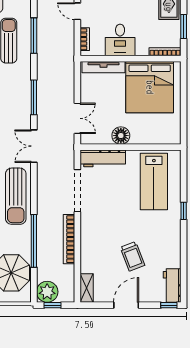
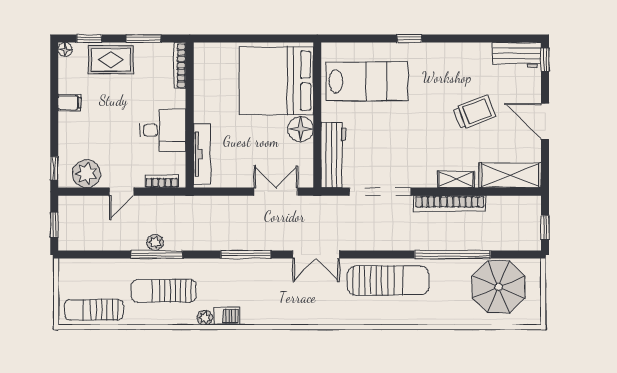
bed: (150, 87) -> (276, 81), moved, turned 180
shelving: (86, 243) -> (456, 180), added
shelving: (87, 288) -> (510, 175), width x1.50, depth x1.33
plant: (47, 292) -> (155, 242), moved, width x0.53, depth x0.53

